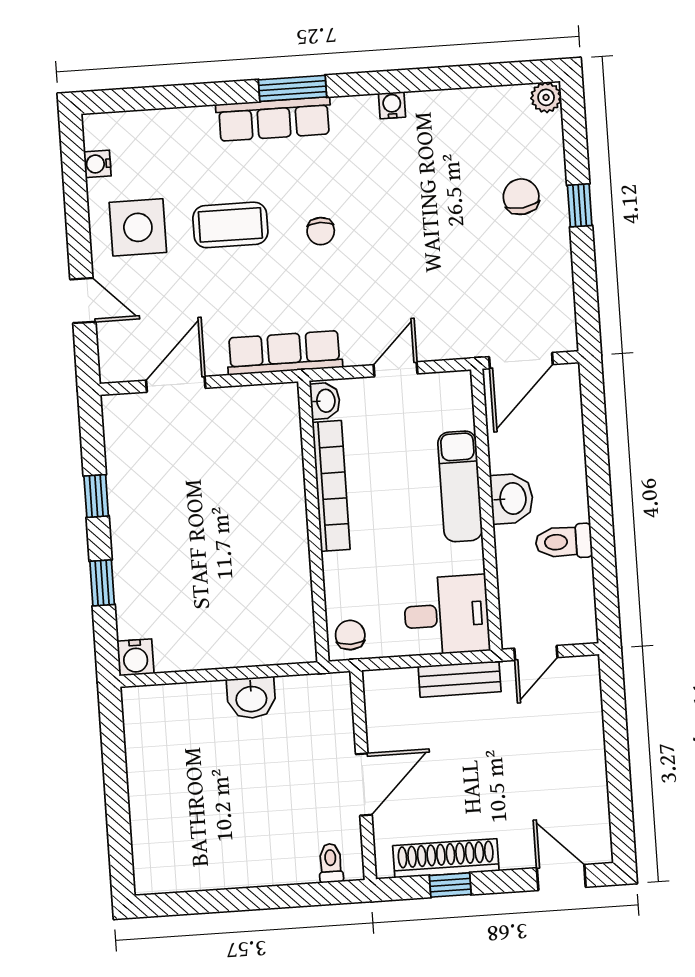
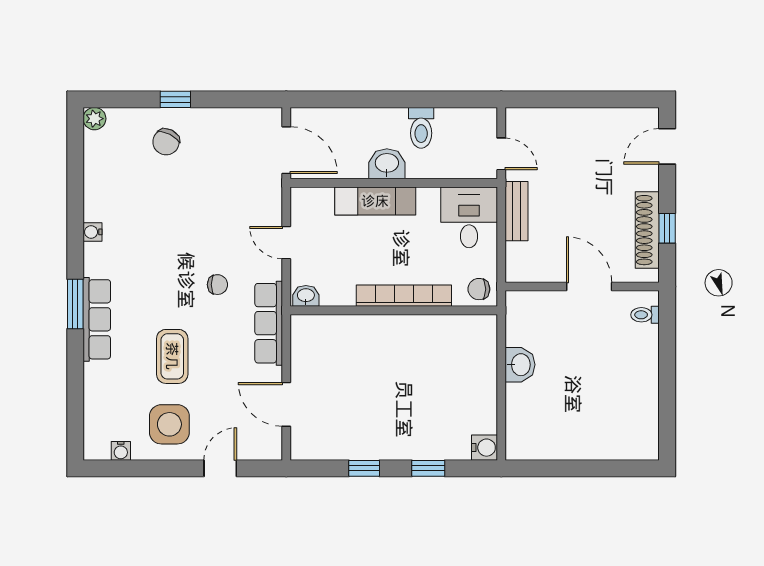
chair: (521, 197) -> (166, 142), turned -56
chair: (321, 231) -> (217, 285), moved
bookcase: (331, 486) -> (404, 296), moved

